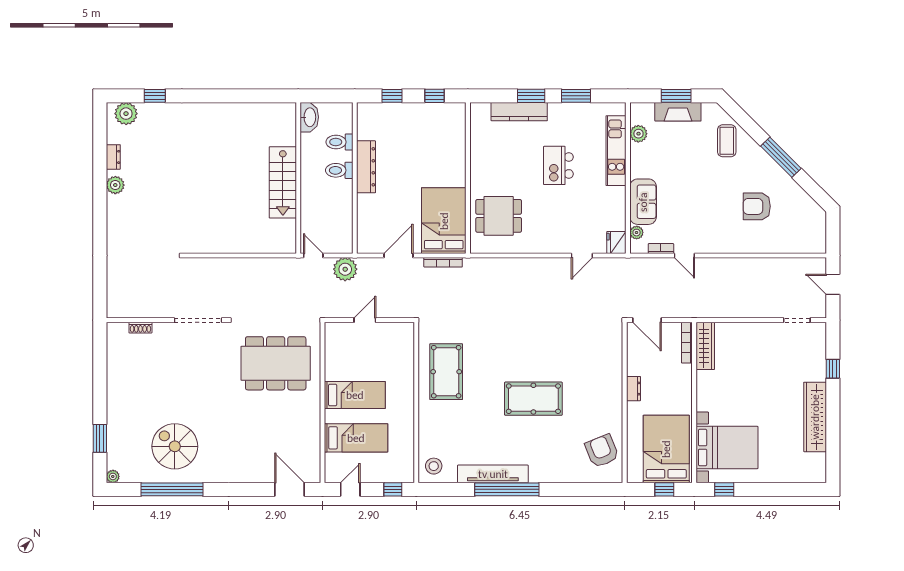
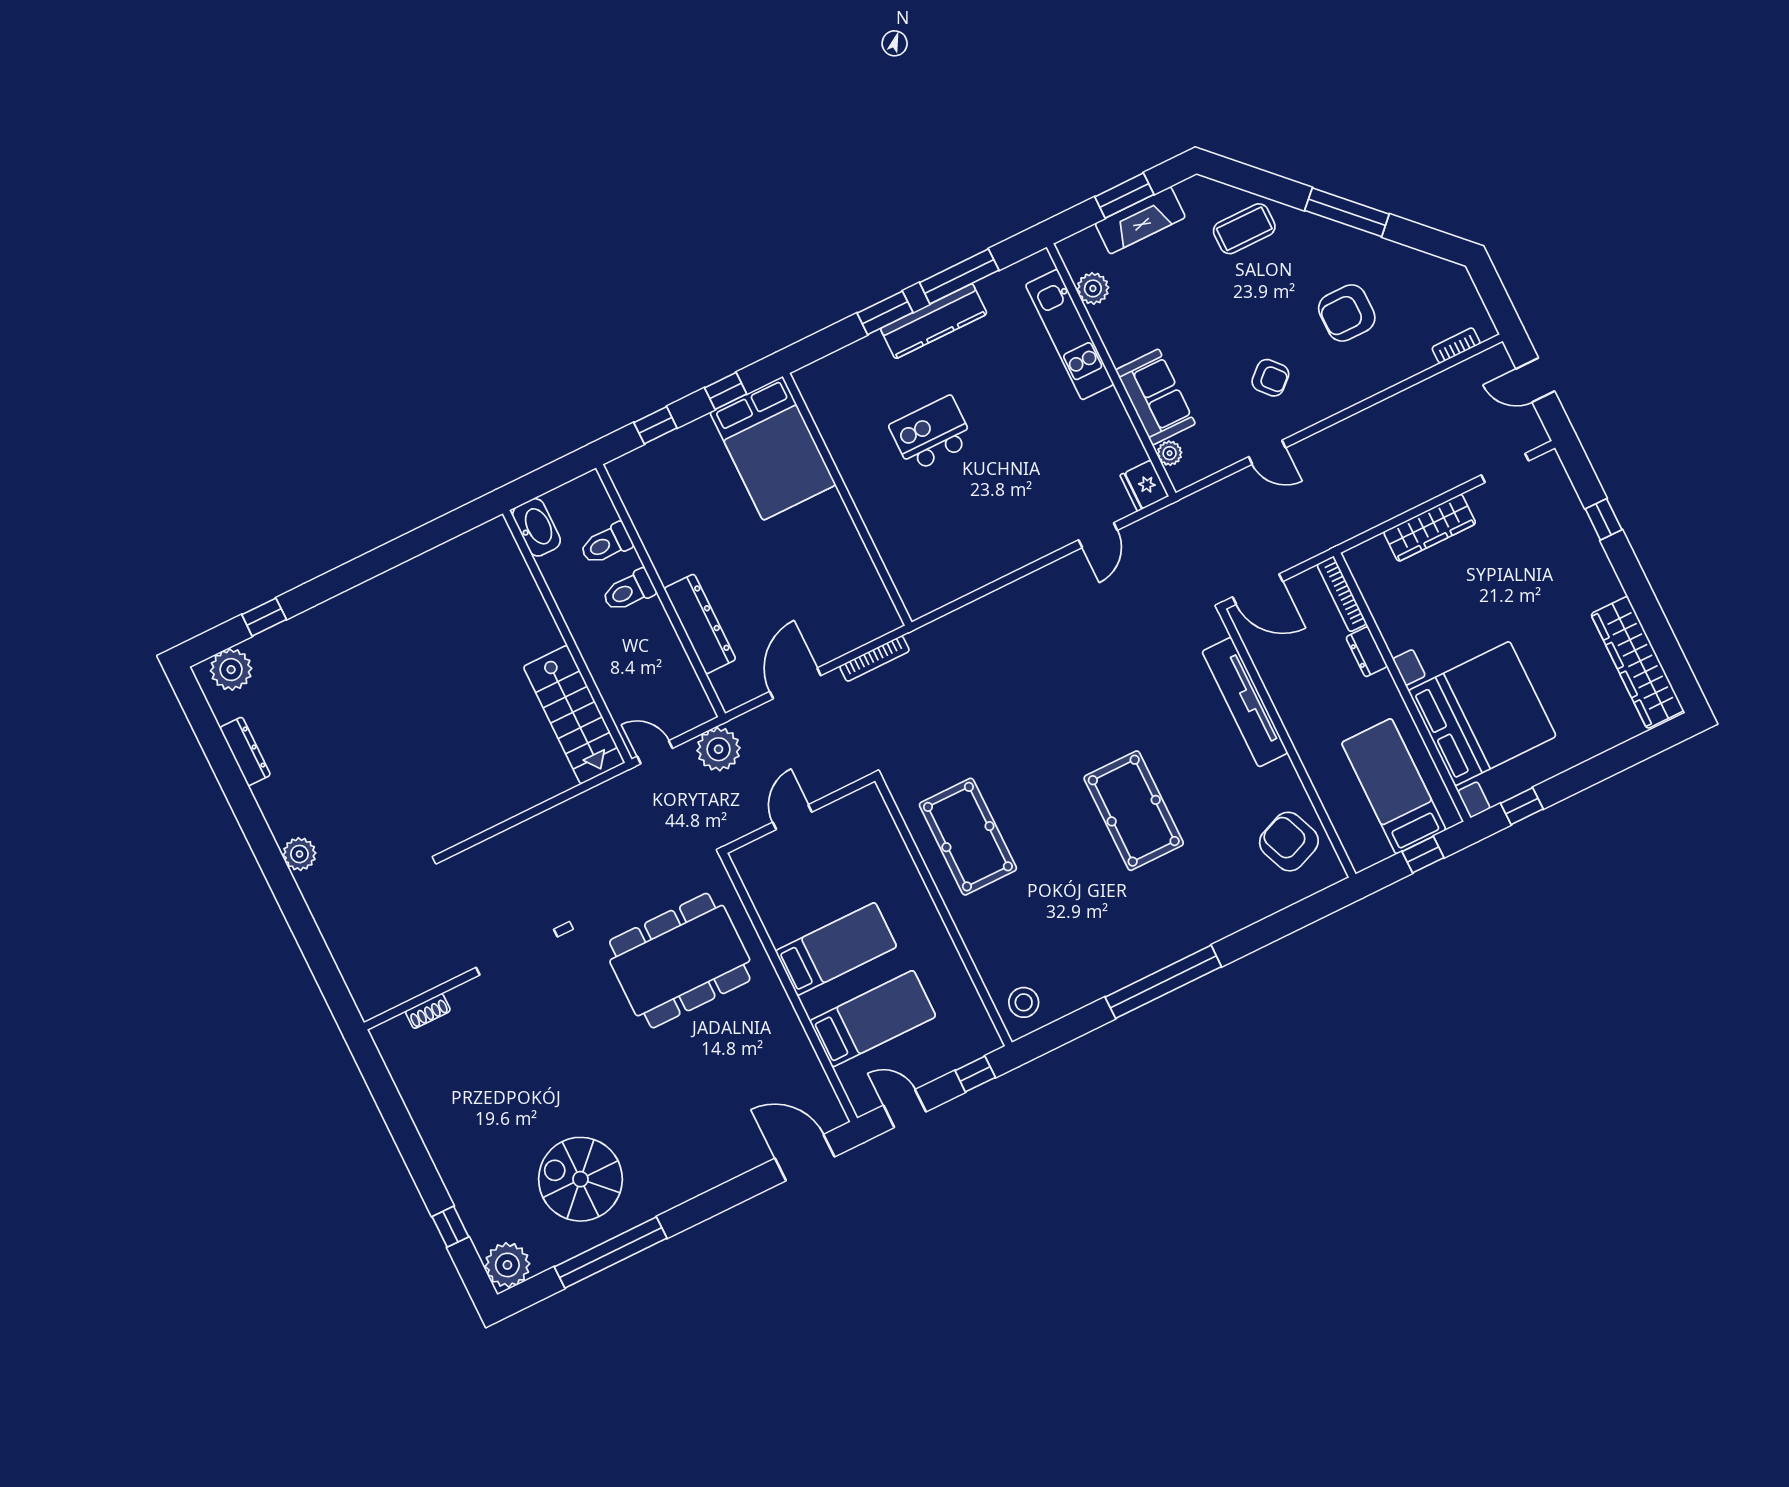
window: (576, 96) -> (959, 276), width x1.44
kitchen counter: (519, 112) -> (934, 321), moved
coffee table: (727, 141) -> (1244, 229), turned 90
dresser: (113, 157) -> (245, 751), width x1.44
kitchen island: (558, 165) -> (931, 434), moved, turned 90
dresser: (366, 167) -> (700, 624), moved
stairs: (283, 182) -> (574, 715), moved
plant: (115, 185) -> (299, 854), moved
dining table: (499, 216) -> (929, 537), removed
armchair: (704, 220) -> (1270, 378), added
bed: (444, 221) -> (773, 448), moved, turned 180
bookcase: (661, 248) -> (1456, 345), moved
wardrobe: (705, 346) -> (1430, 528), moved, turned 90
dresser: (633, 389) -> (1367, 652), moved, turned 180
pool table: (533, 399) -> (1134, 811), turned 90
wardrobe: (815, 417) -> (1637, 662), moved
window: (100, 438) -> (450, 1227), width x0.67
bed with nightstands: (727, 447) -> (1482, 714), width x1.36
bed: (666, 449) -> (1394, 786), width x0.67
tv unit: (493, 474) -> (1245, 702), moved, turned -90
plant: (113, 476) -> (507, 1265), width x1.87, depth x1.87
door: (350, 489) -> (905, 1109), hinge flipped

